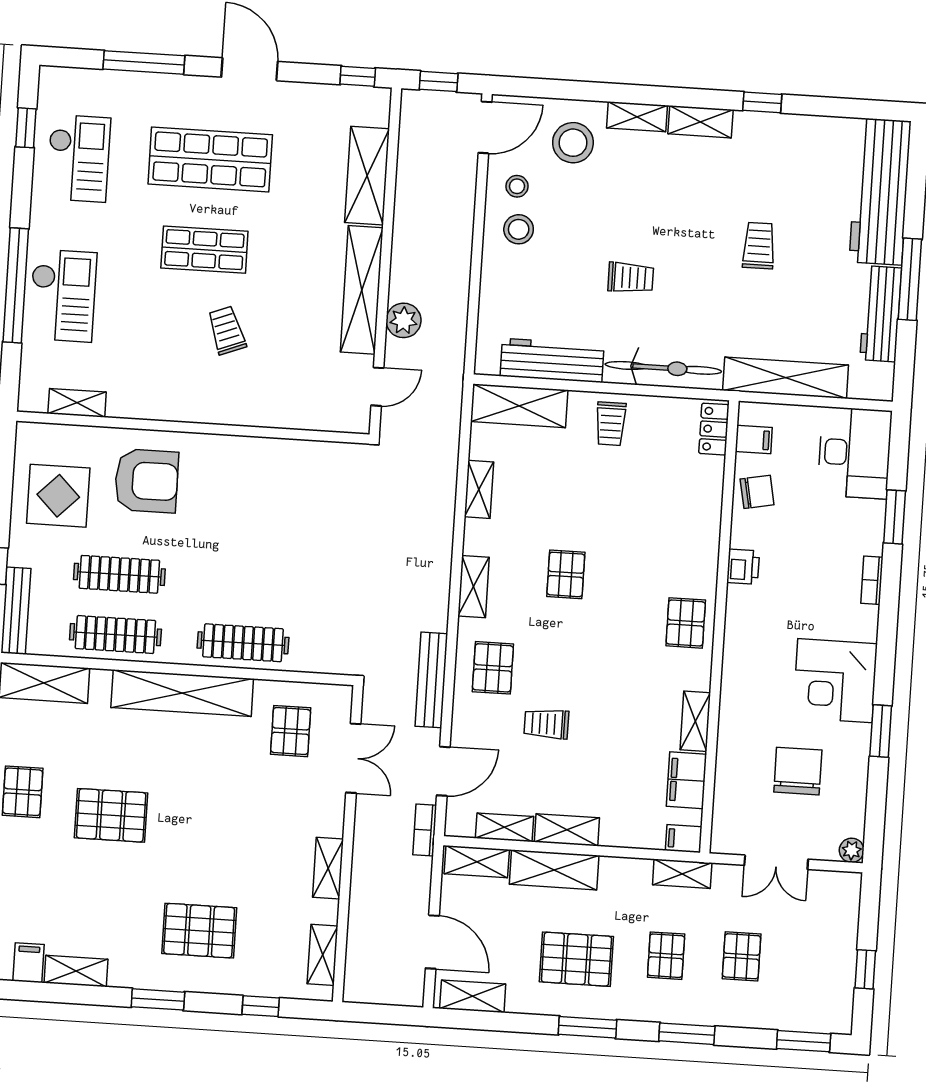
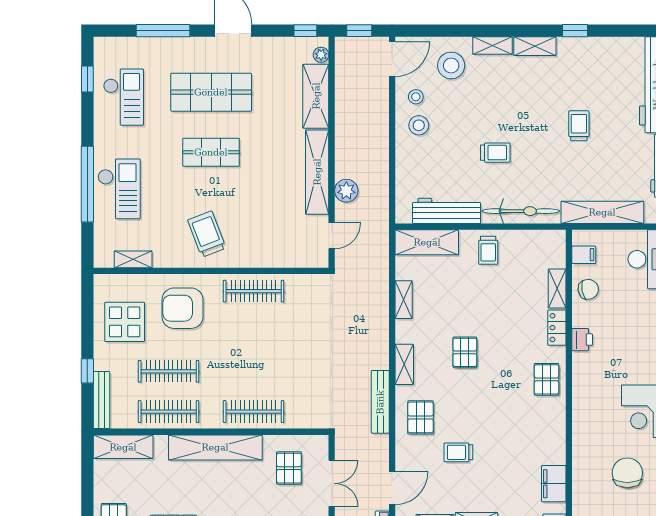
plant: (379, 114) -> (321, 55), added
trolley: (227, 330) -> (207, 234), moved, width x1.36, depth x1.39
locker: (714, 429) -> (557, 328), moved
clothes rail: (255, 462) -> (254, 291), added
armchair: (146, 481) -> (183, 308), turned 180
bench: (431, 680) -> (380, 402), moved
shelving: (695, 721) -> (557, 289), moved

